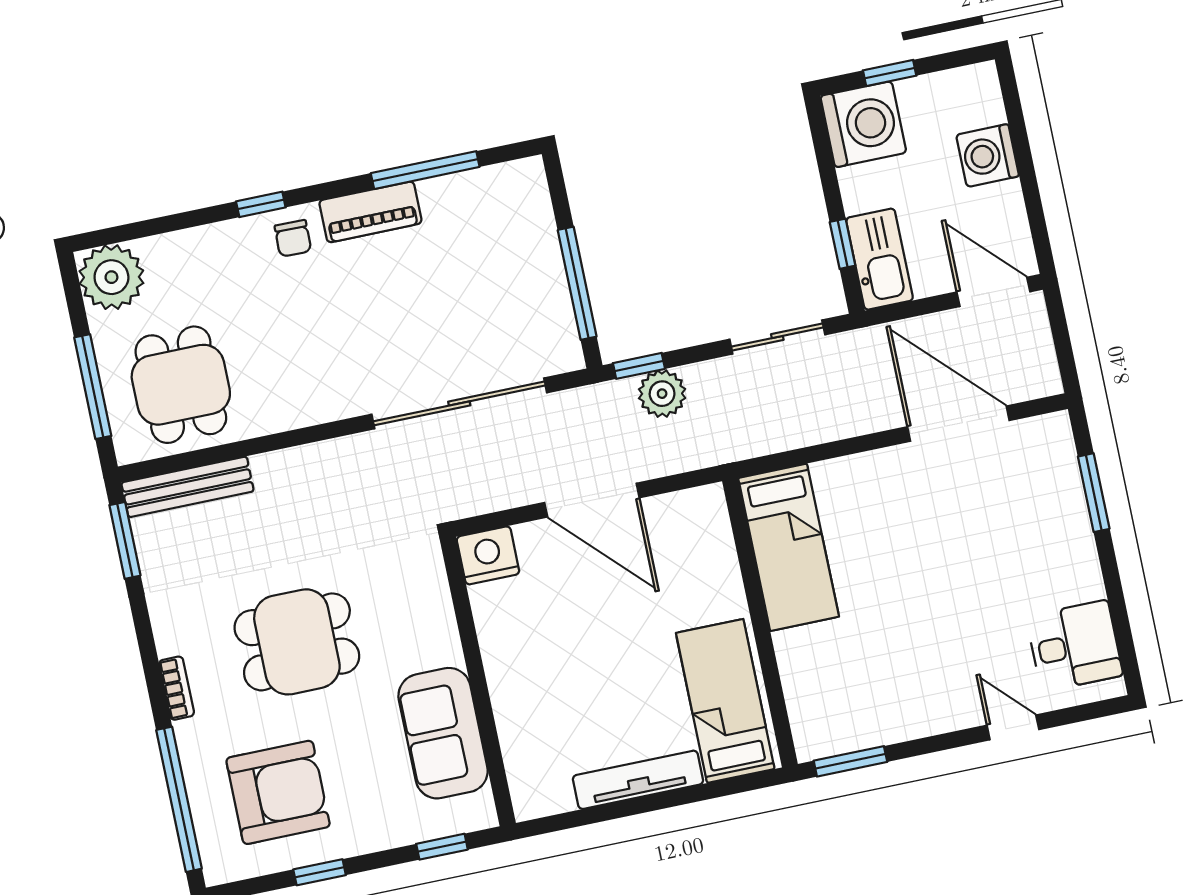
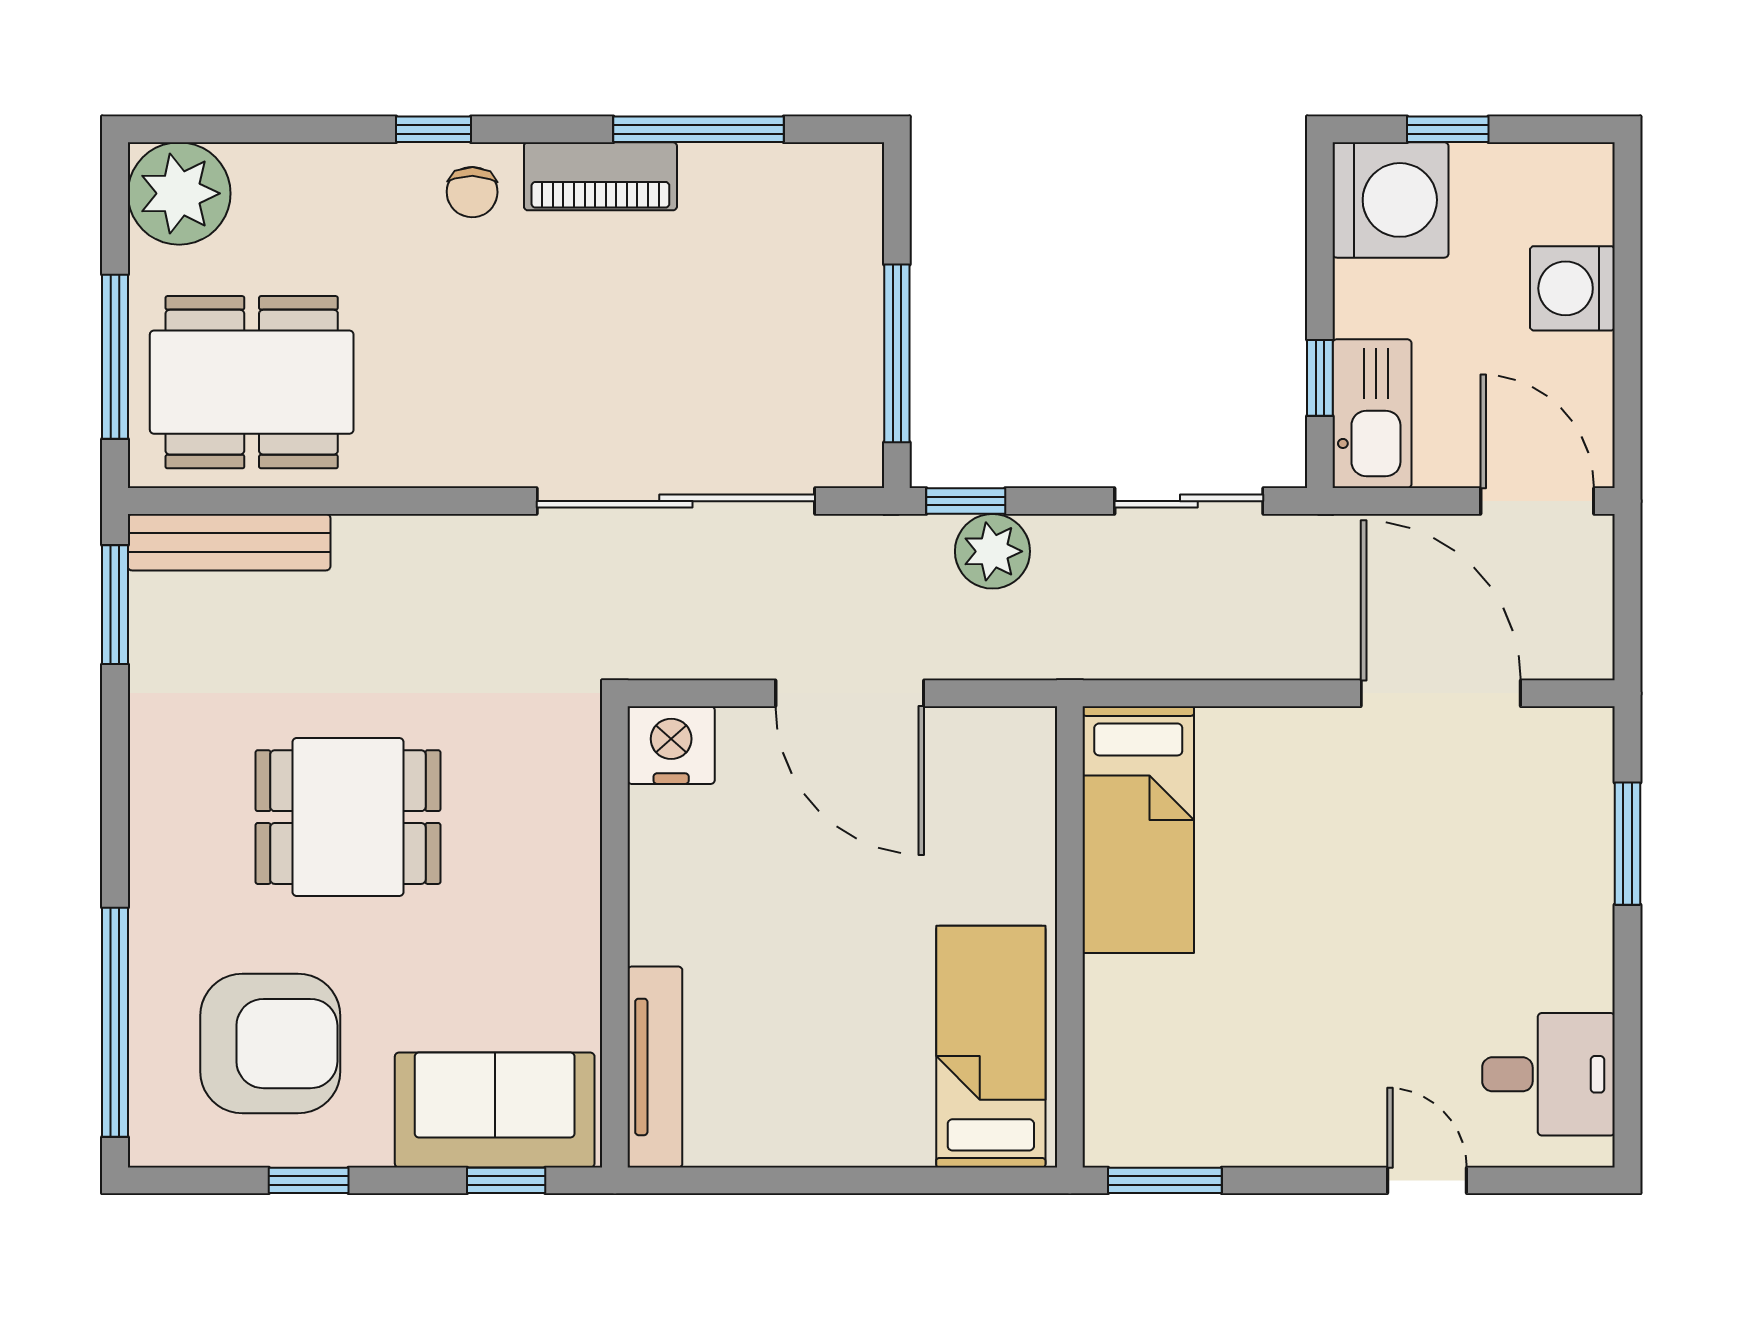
dining table: (181, 385) -> (252, 382), width x1.38
bookcase: (177, 688) -> (147, 850), removed
sofa: (443, 733) -> (495, 1110), moved, turned 90
tv unit: (638, 780) -> (655, 1067), moved, turned 90

